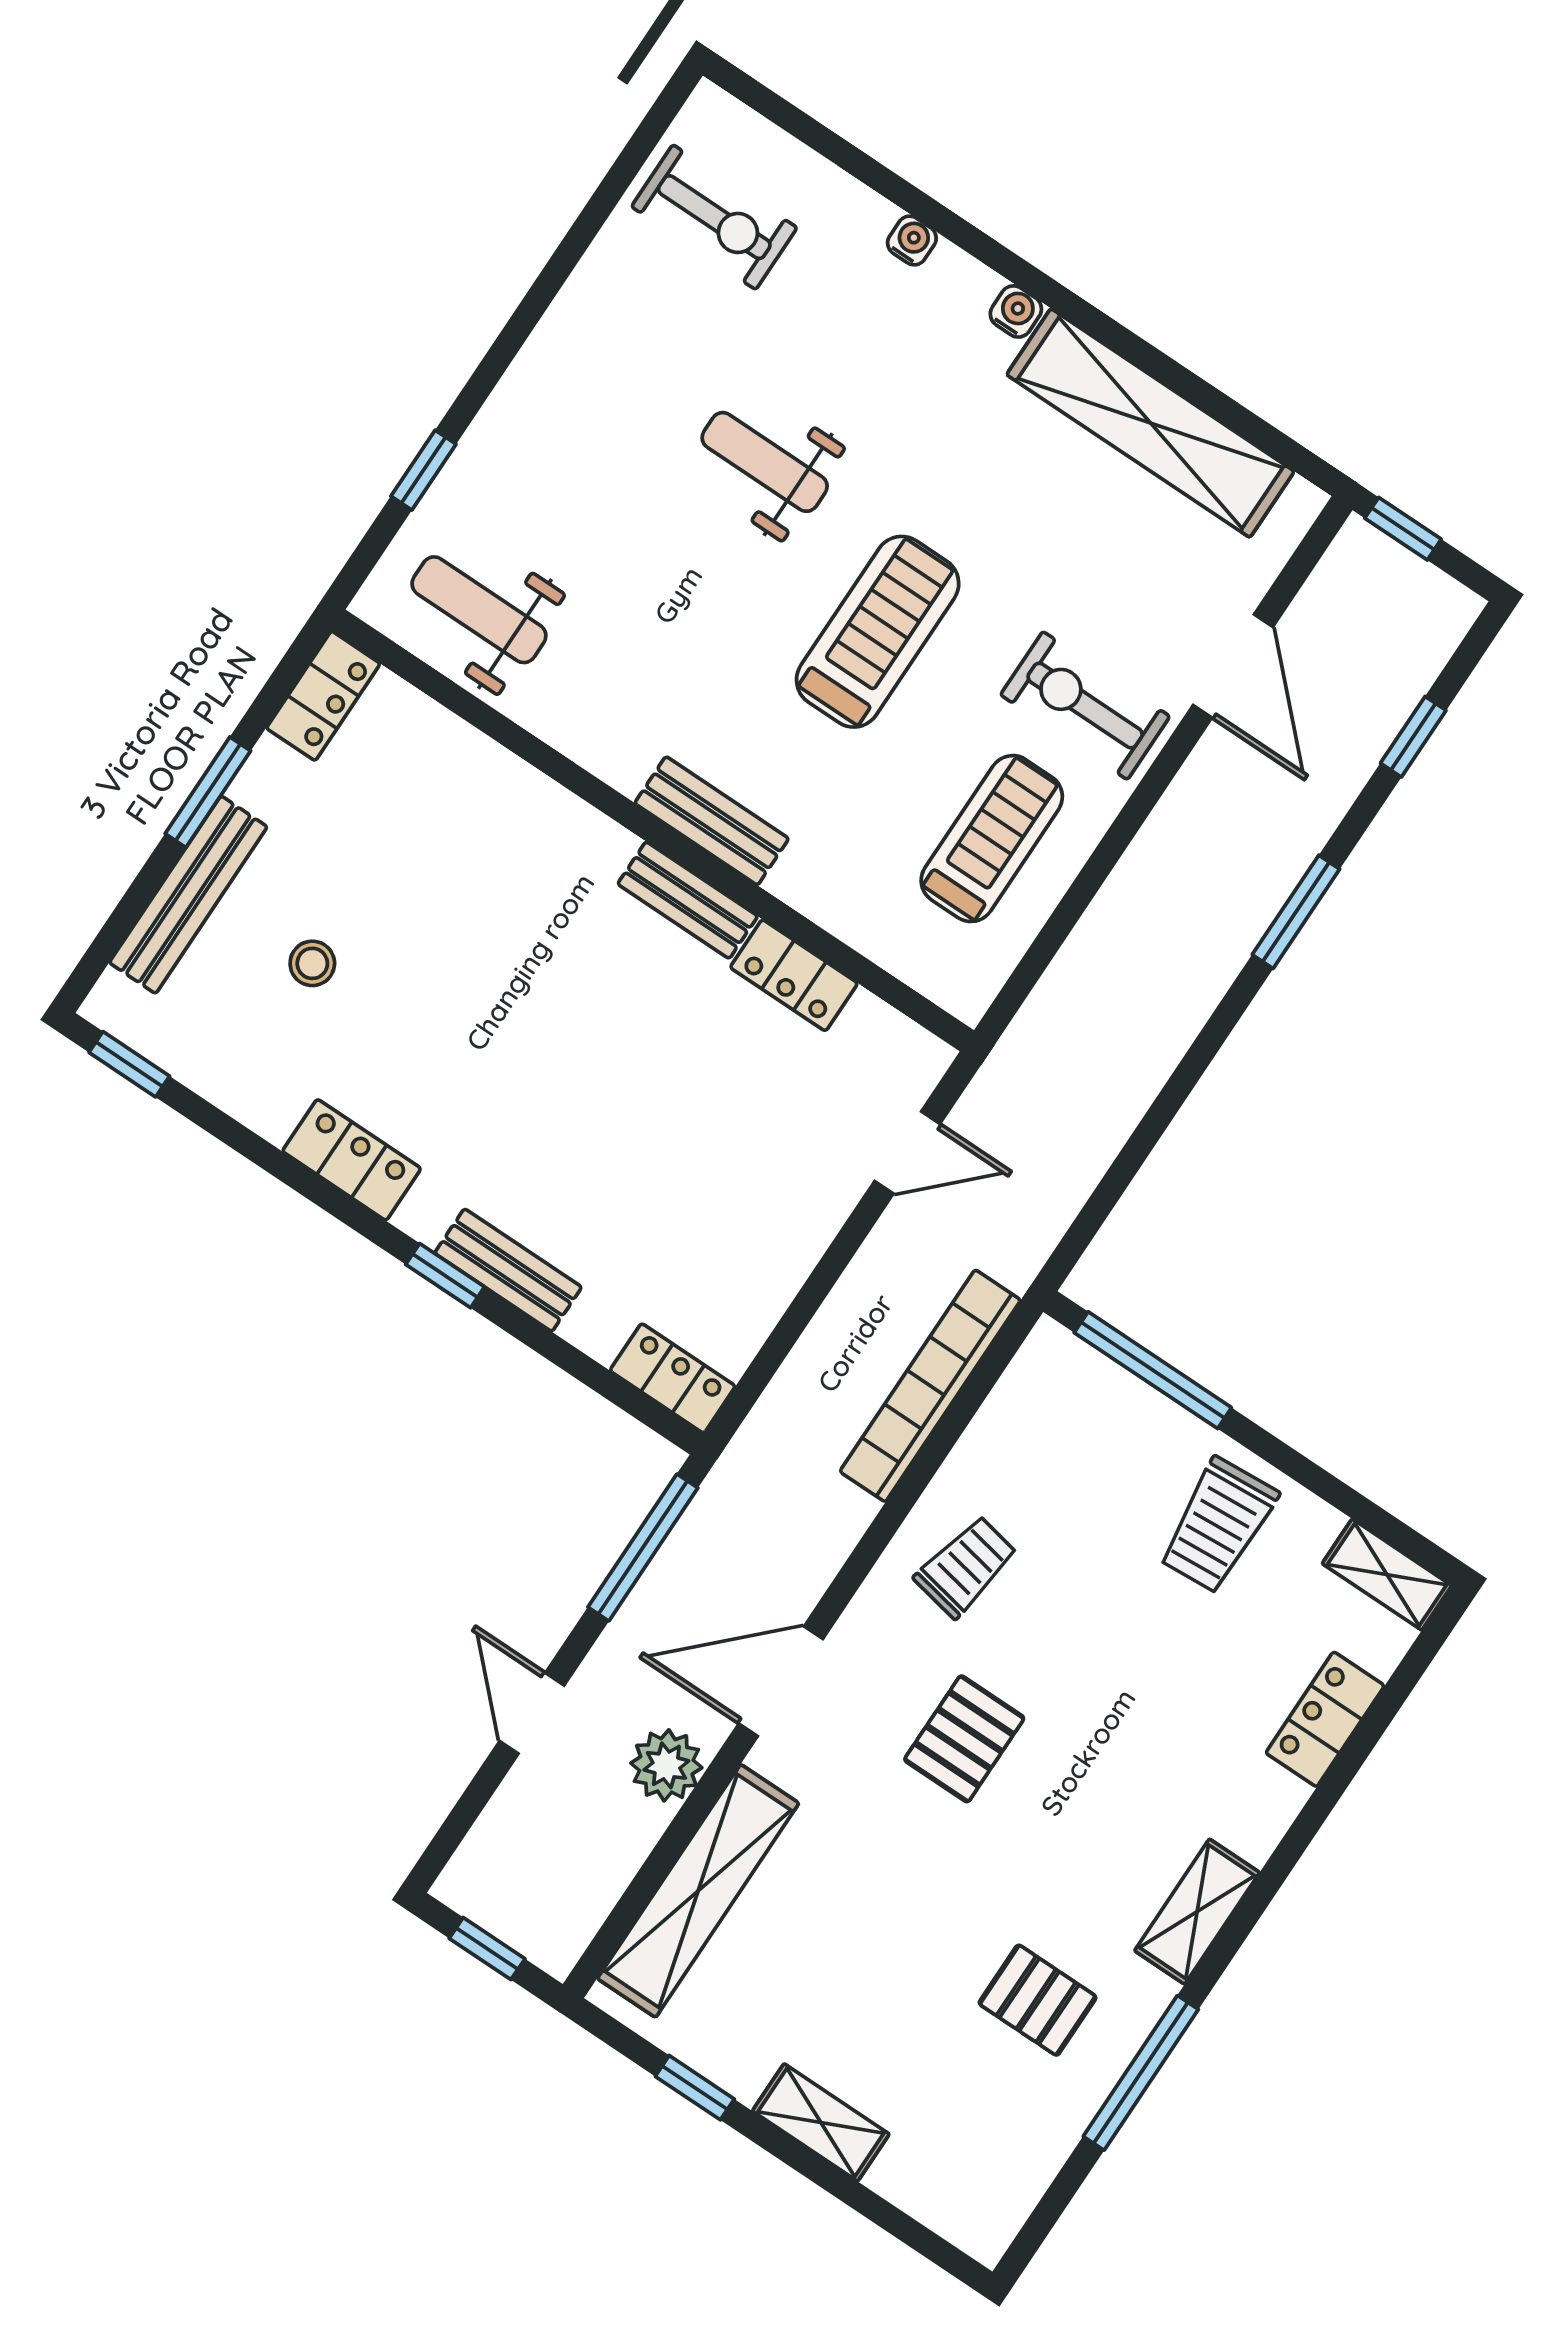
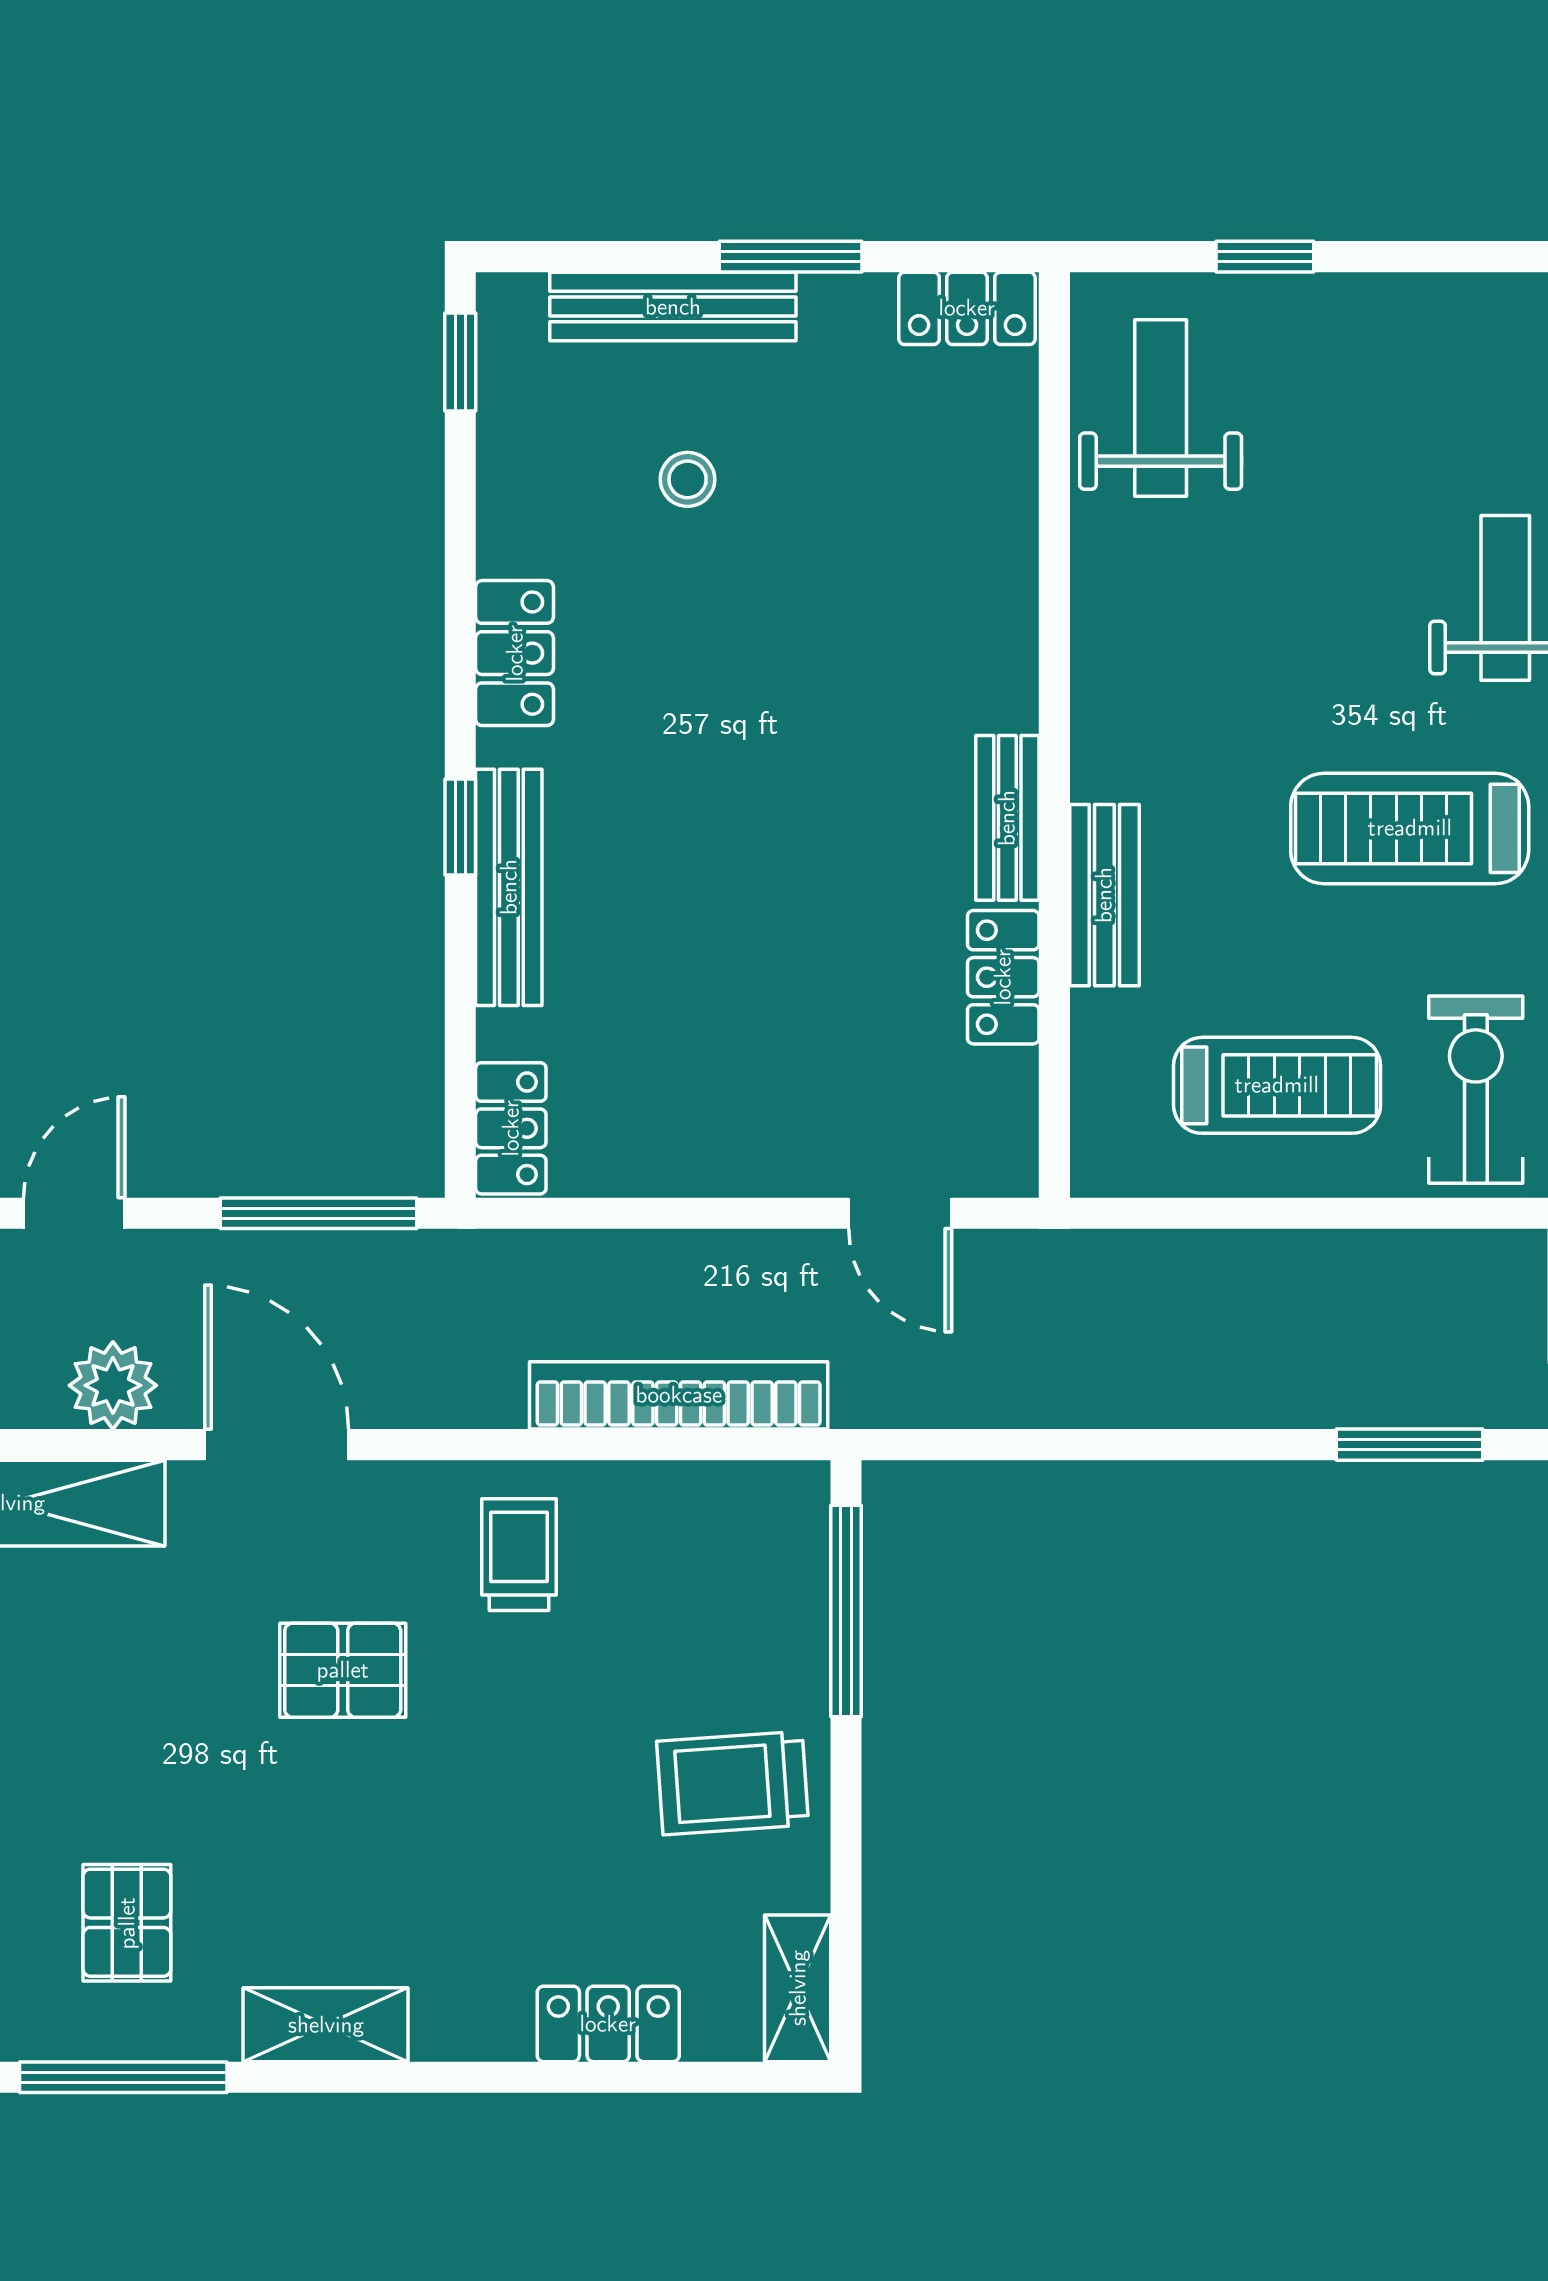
treadmill: (878, 632) -> (1410, 828), turned 180
bench: (712, 821) -> (1104, 895), moved
bench: (508, 1270) -> (509, 887), width x1.36
trolley: (966, 1567) -> (519, 1555), turned -101

